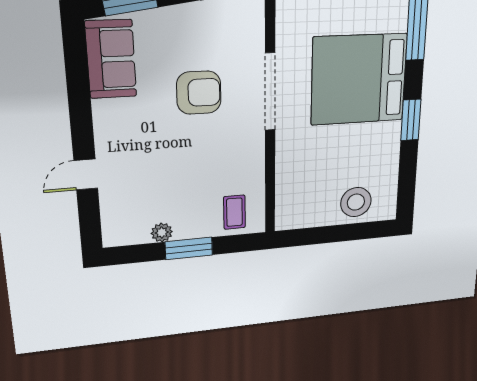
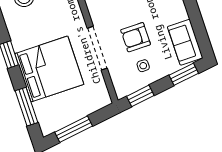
side table: (201, 39) -> (143, 66), added

